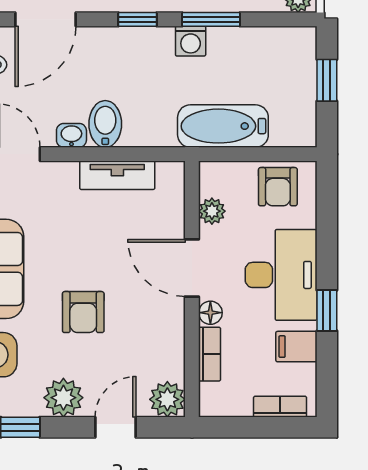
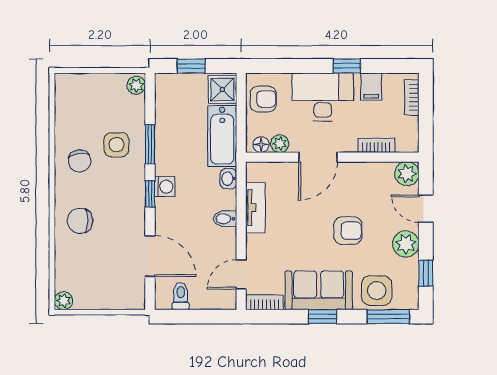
washing machine: (191, 41) -> (165, 187), moved
bidet: (105, 124) -> (225, 219), width x0.72, depth x0.74
shower: (292, 126) -> (222, 89), added
washbasin: (71, 135) -> (228, 179), moved
floor lamp: (210, 313) -> (261, 145), moved

